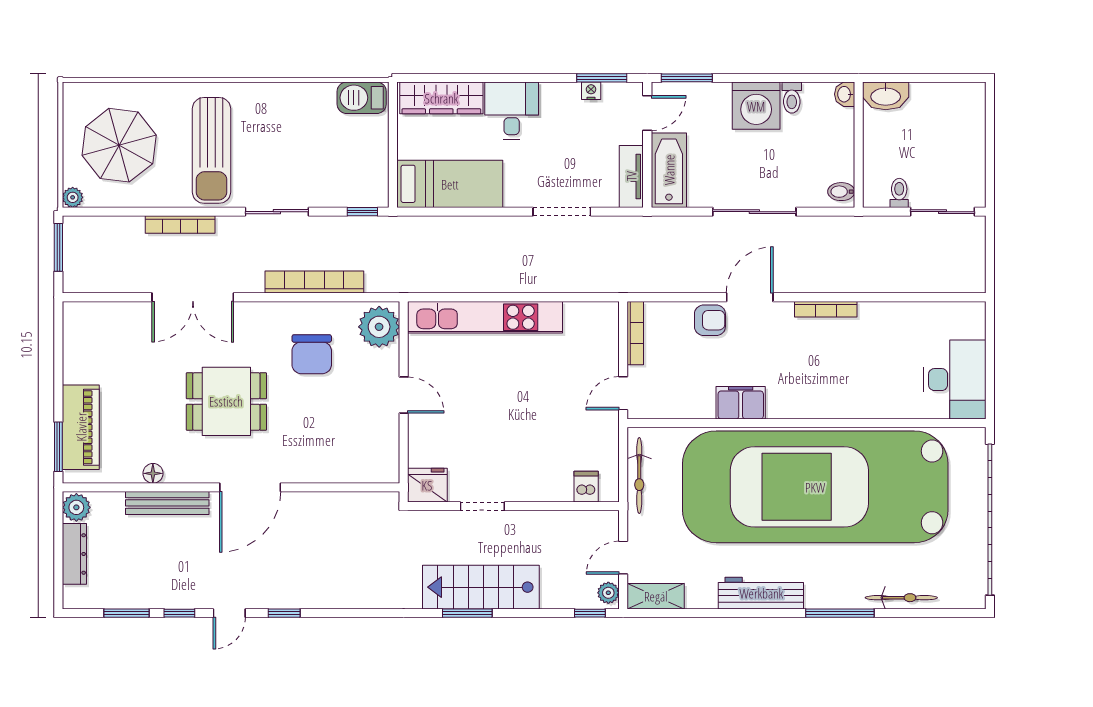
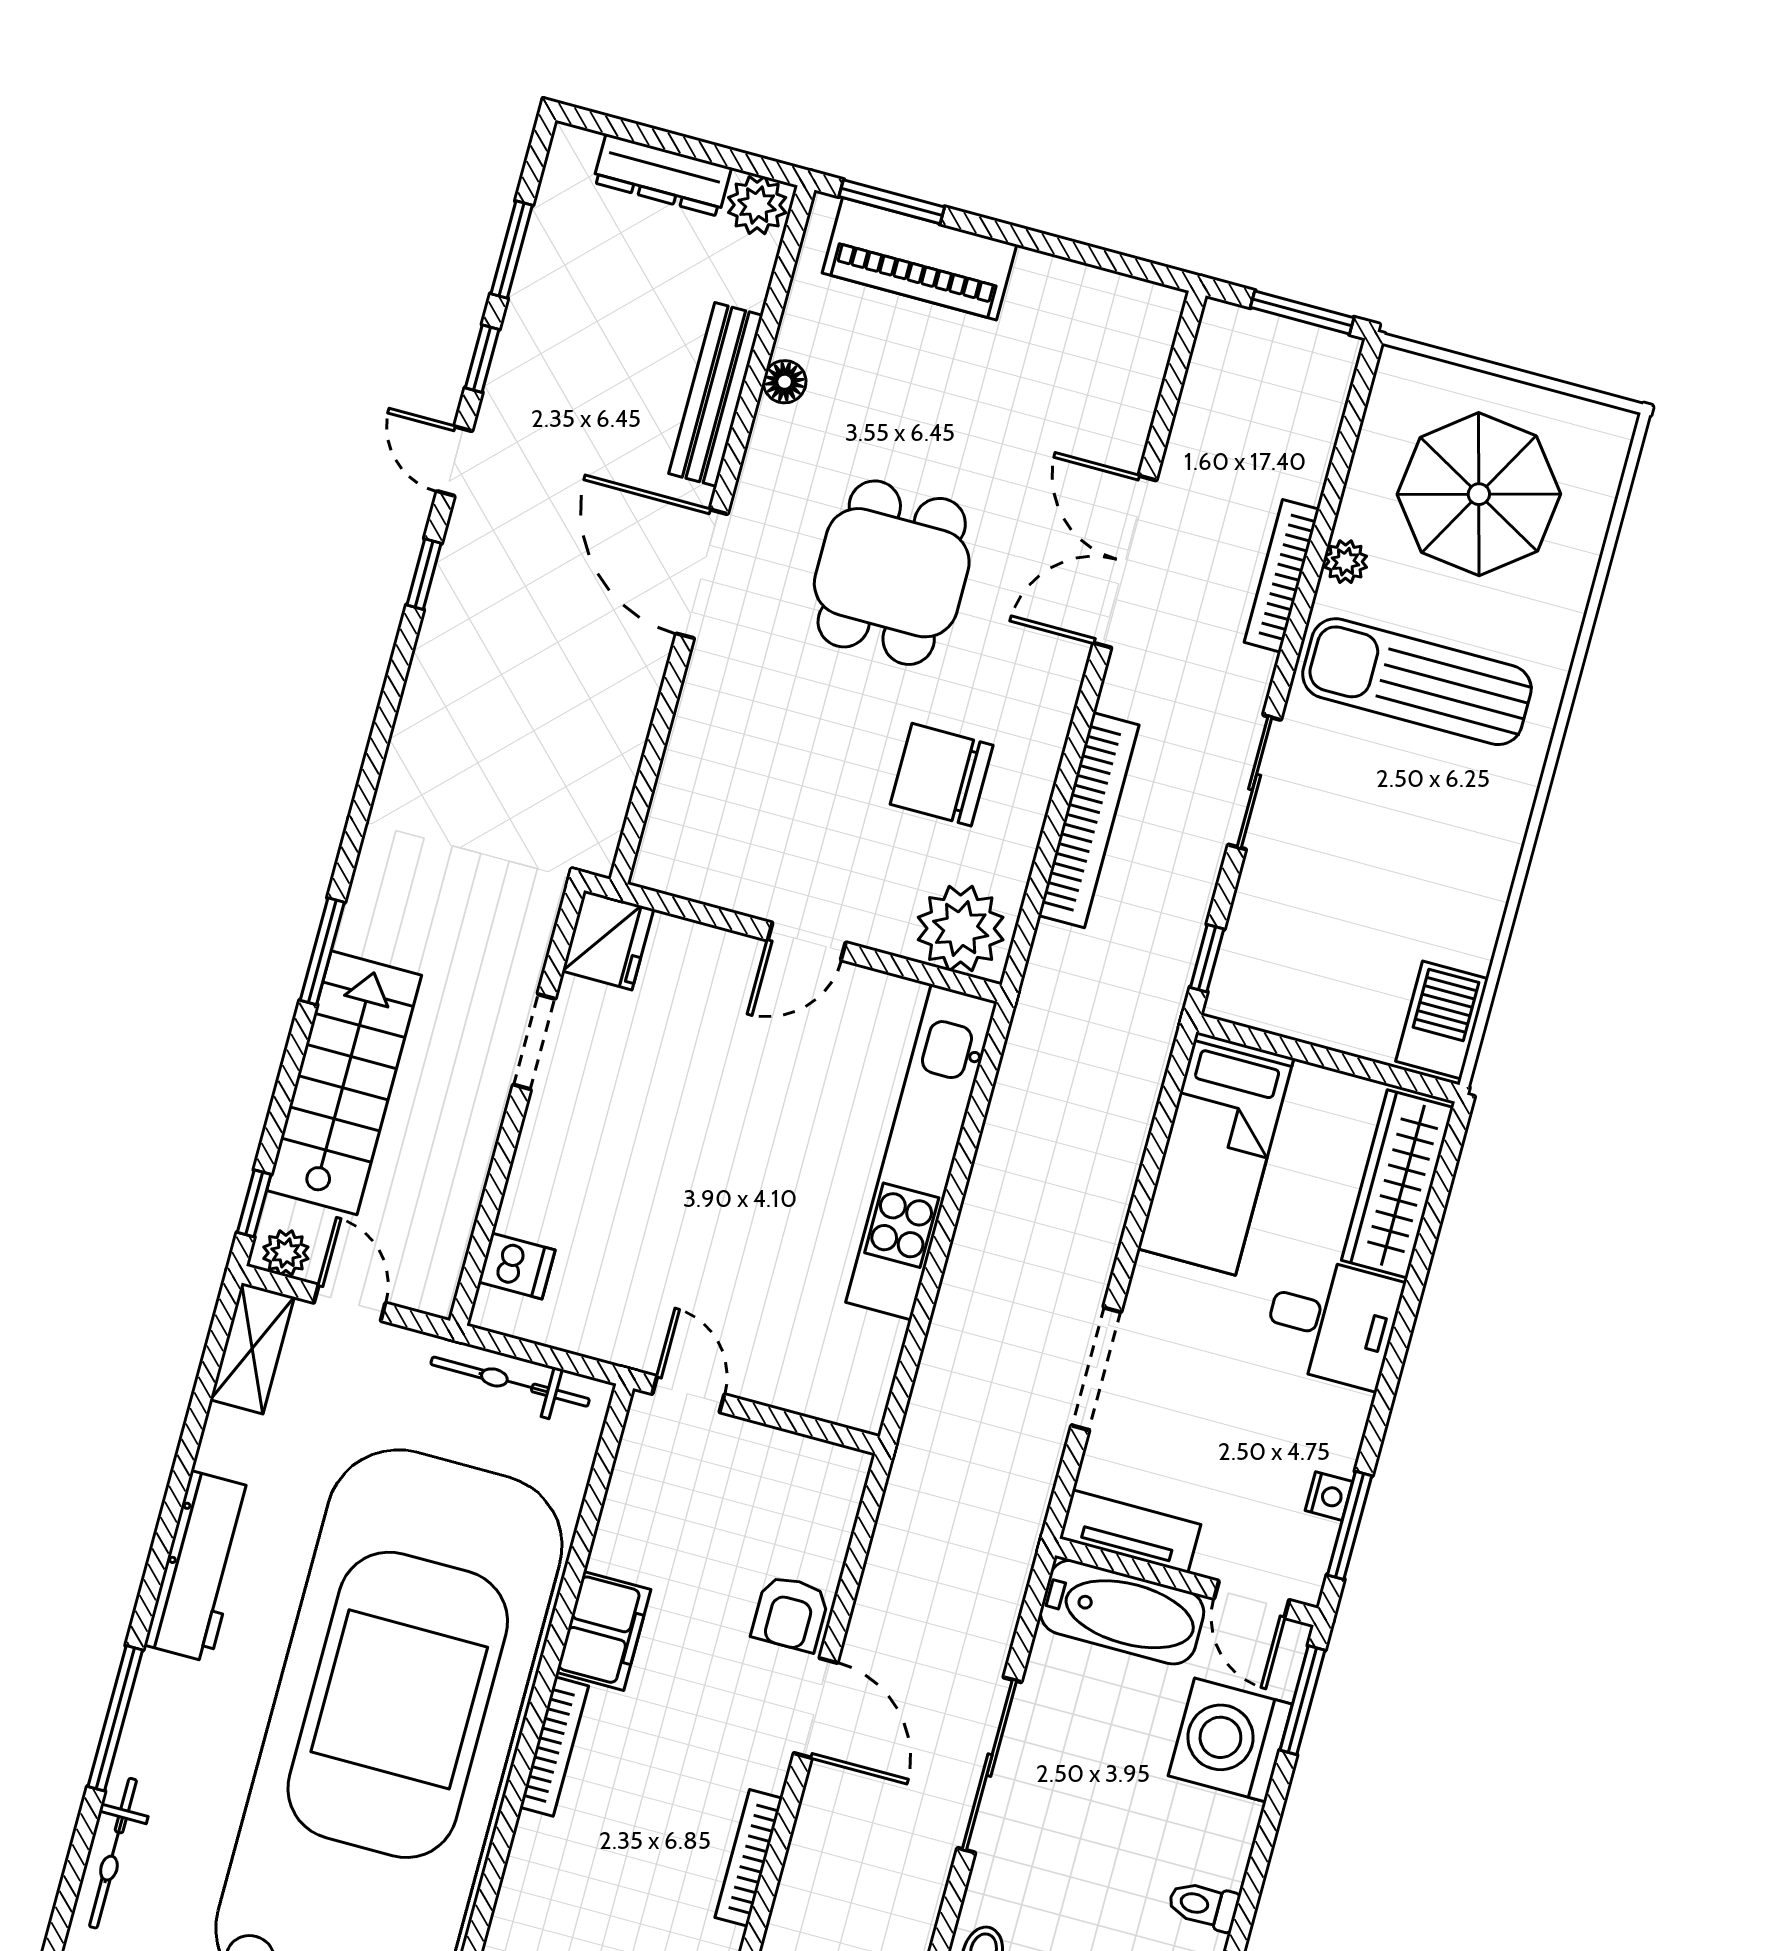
washing machine: (756, 106) -> (1230, 1740), moved
plant: (73, 197) -> (1345, 562), moved
bookcase: (635, 333) -> (554, 1747), moved, turned -90
stairs: (481, 587) -> (344, 1083), moved

